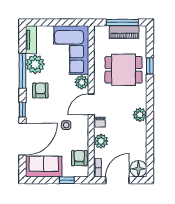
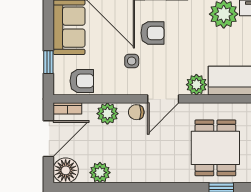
armchair: (40, 90) -> (152, 33), moved
door: (91, 104) -> (163, 99), swing flipped
plant: (140, 115) -> (100, 173), moved
door: (117, 180) -> (48, 139), hinge flipped

